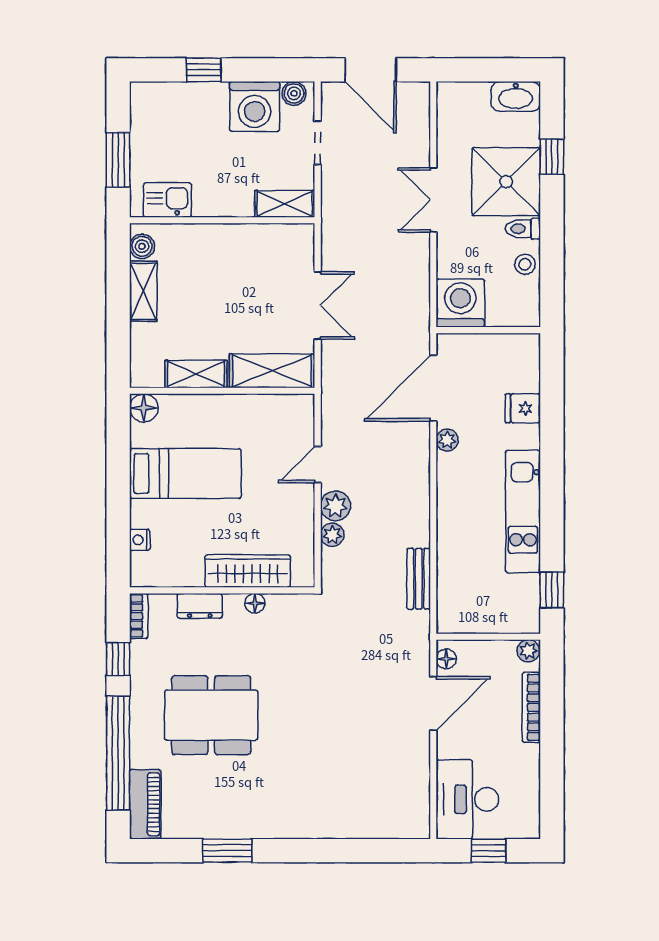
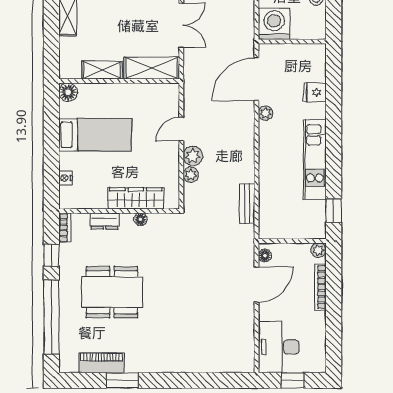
piano: (145, 804) -> (101, 363), moved, turned -90

